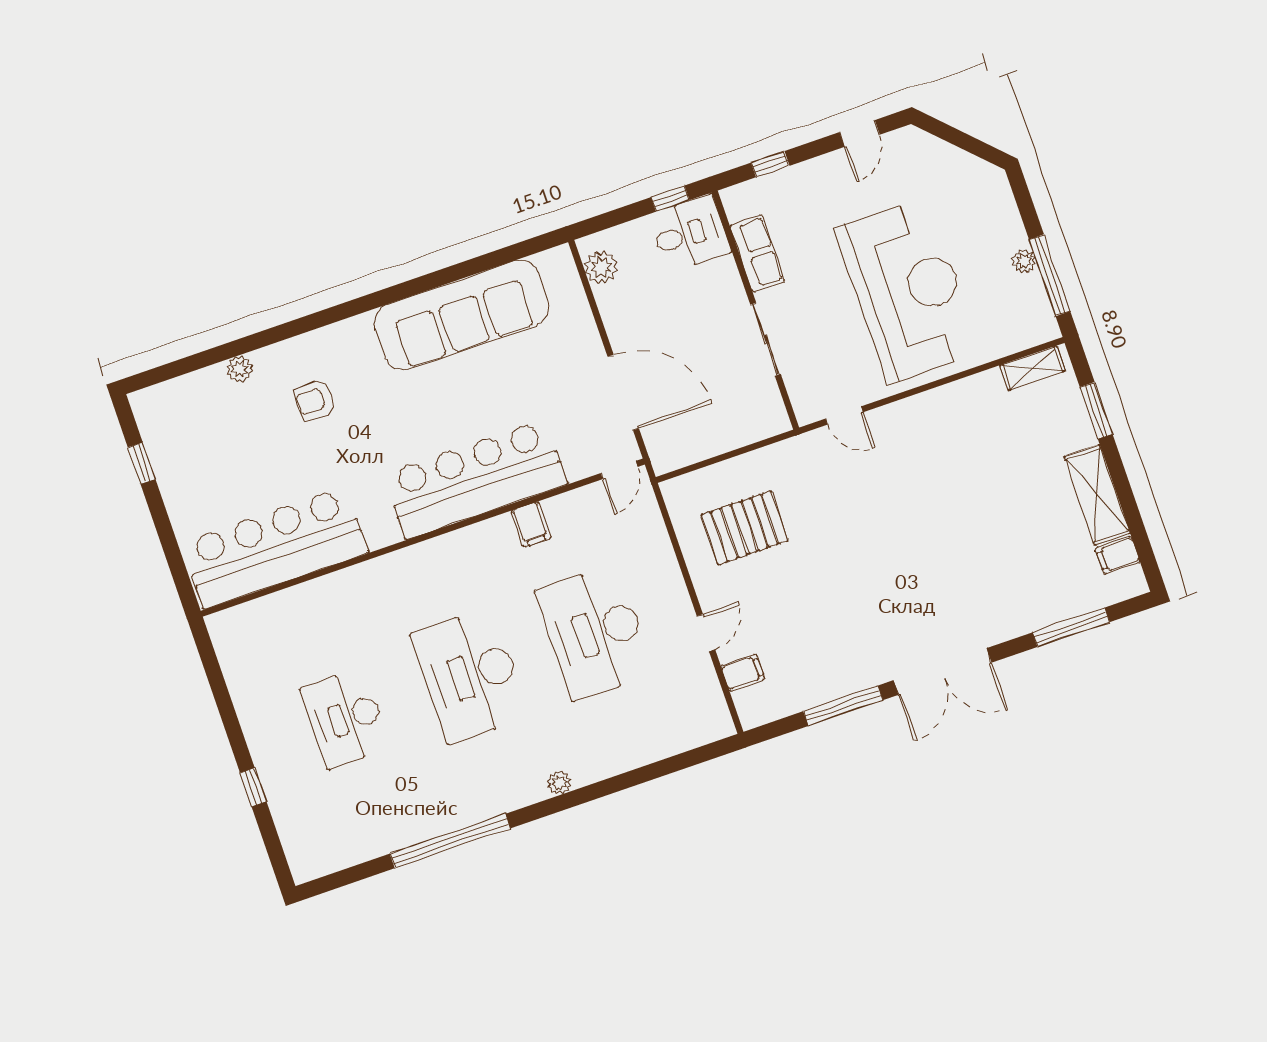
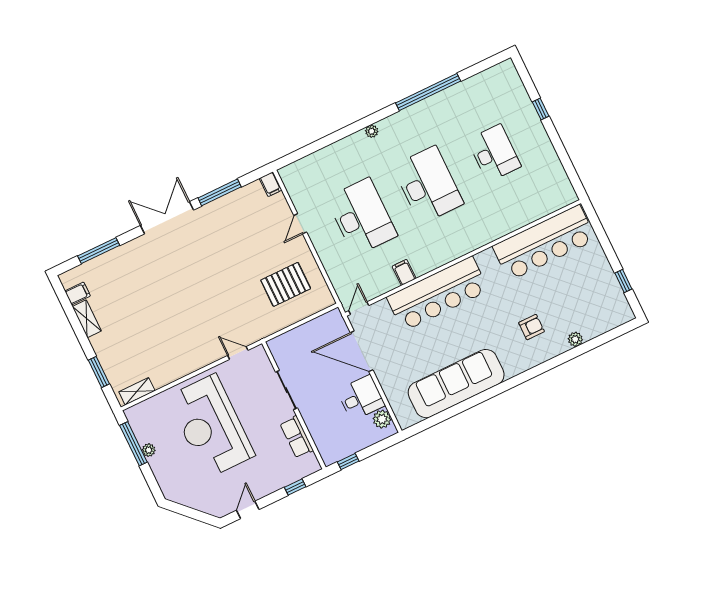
desk: (690, 234) -> (361, 398), moved, turned 180
shelving: (1097, 495) -> (87, 319), width x0.67, depth x0.75
filing cabinet: (743, 673) -> (271, 184), moved, turned -90

